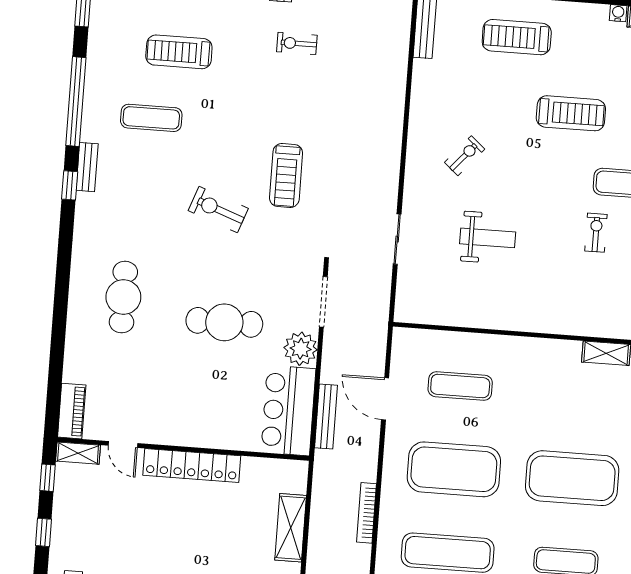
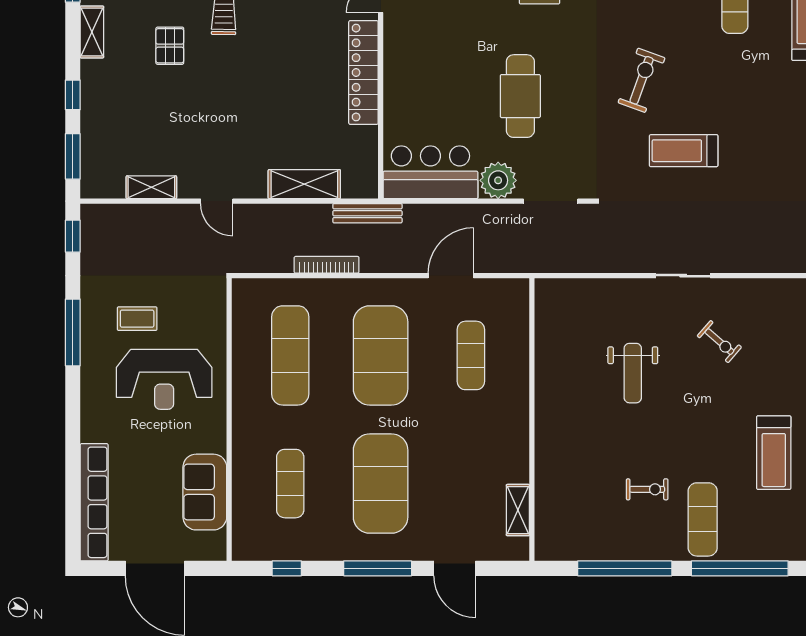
sliding door: (397, 239) -> (683, 276), moved
bench: (326, 417) -> (367, 213), moved

